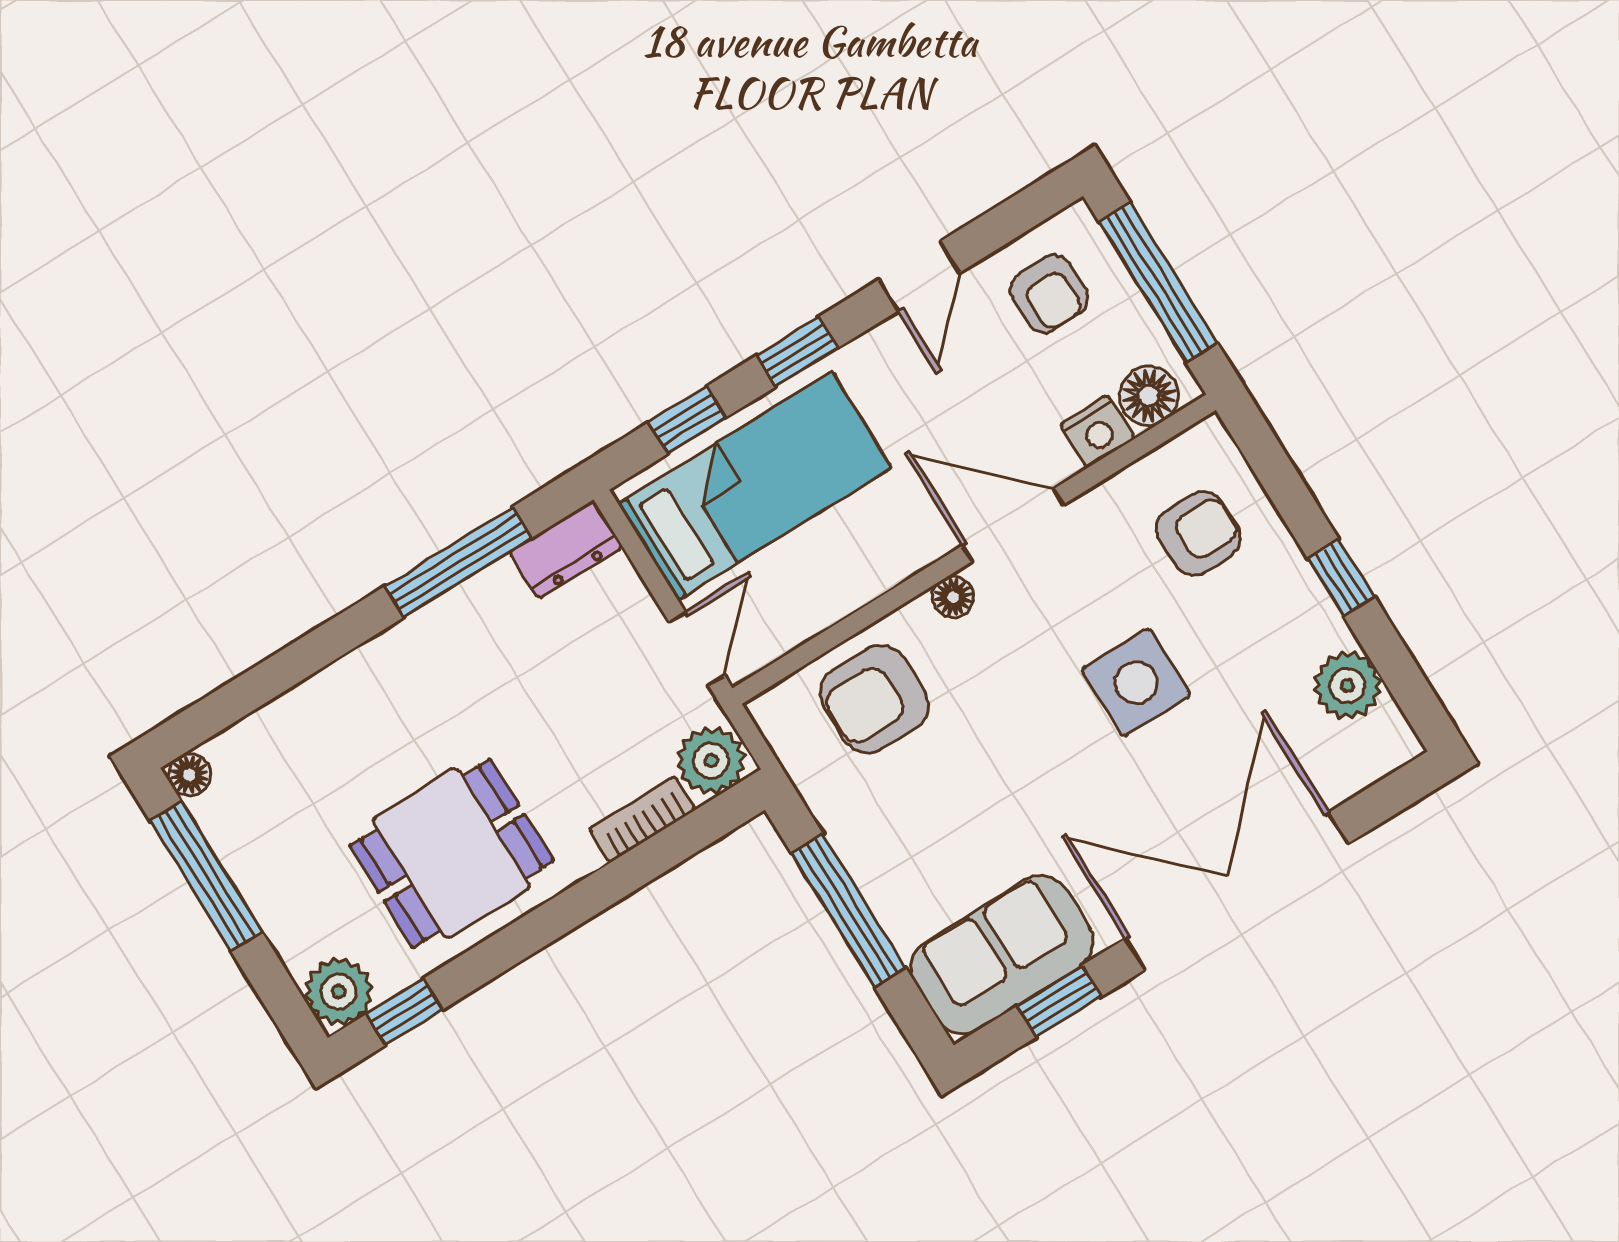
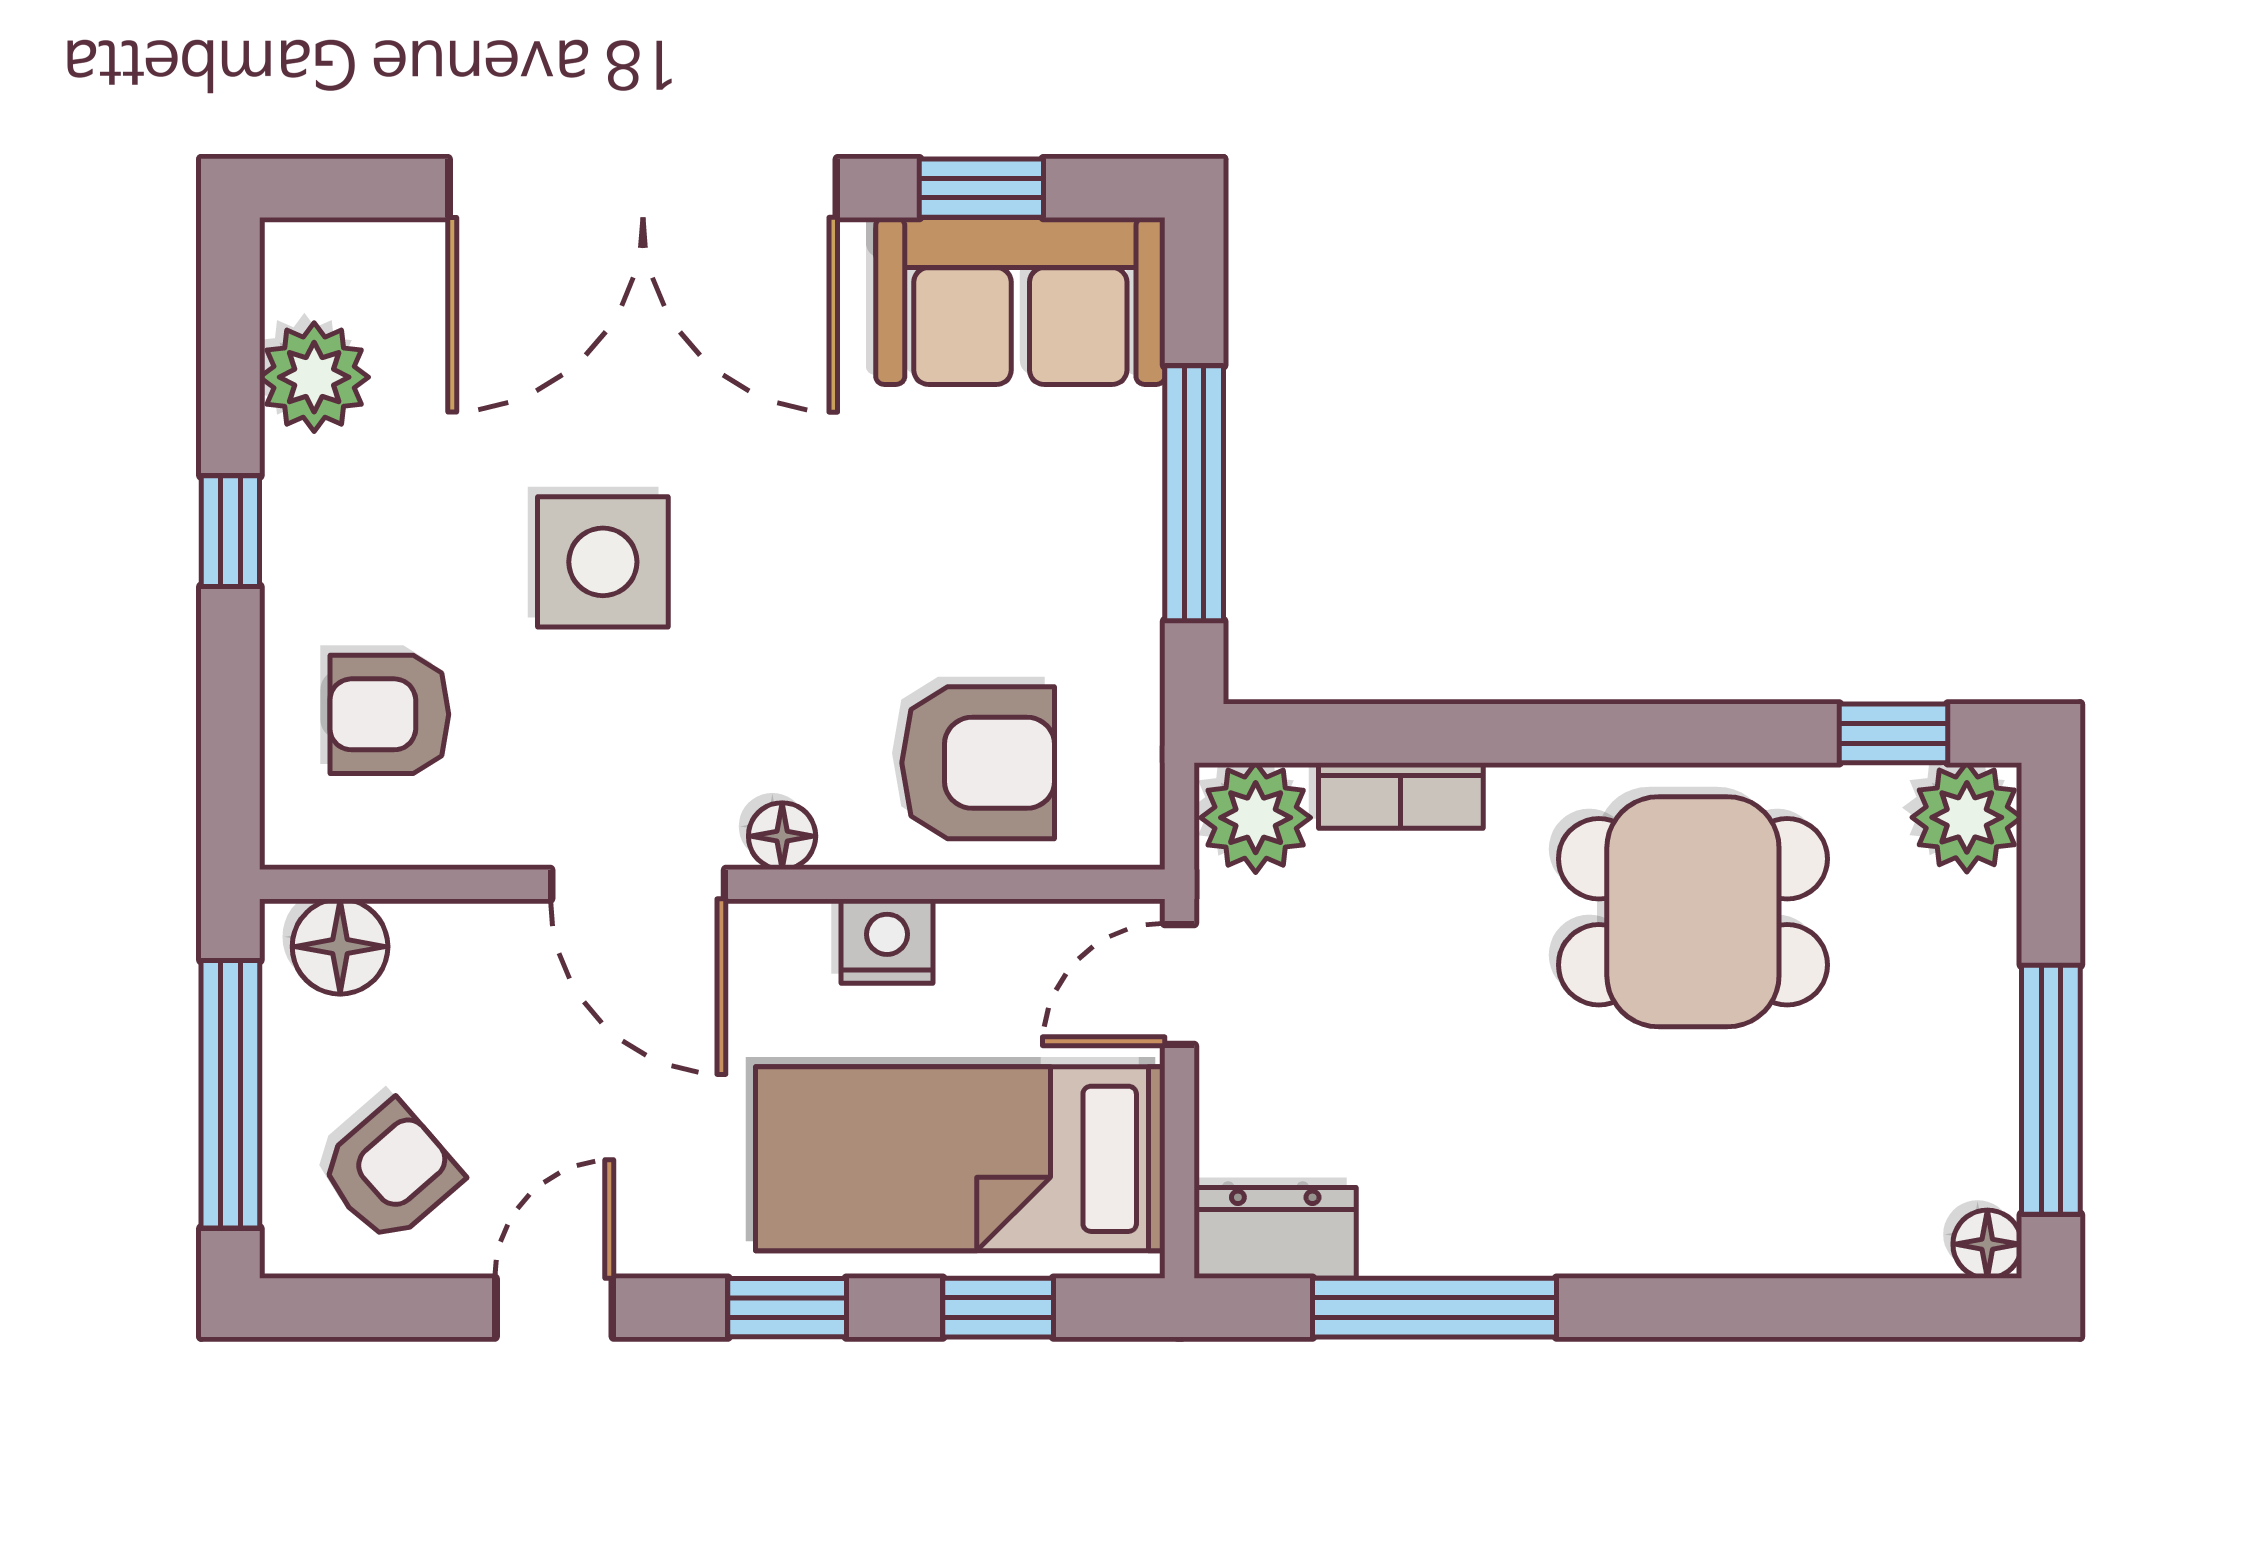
armchair: (1049, 294) -> (390, 1172), turned 49
nightstand: (1097, 431) -> (887, 941), moved

